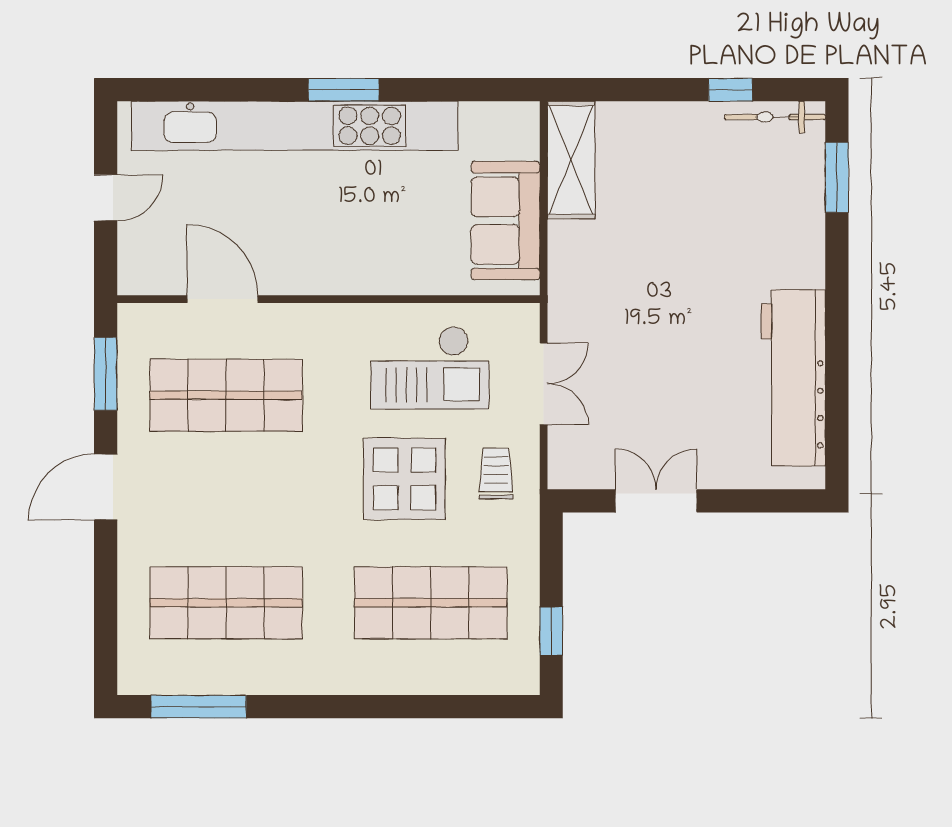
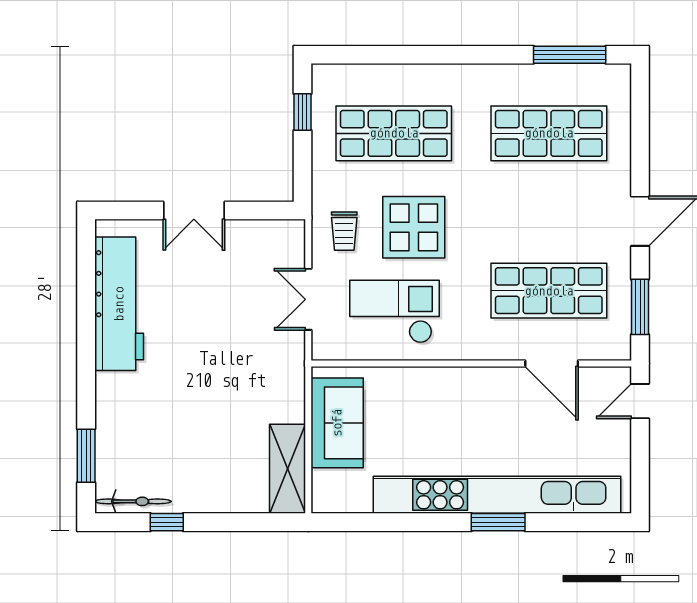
window: (344, 90) -> (498, 522), moved
door: (106, 198) -> (640, 401), moved
double door: (656, 501) -> (194, 211), moved

